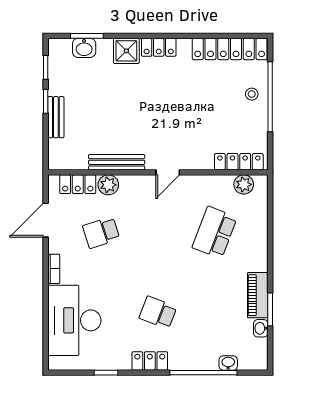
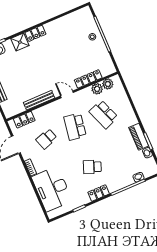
locker: (230, 49) -> (71, 19), removed
locker: (239, 162) -> (88, 79), moved
door: (168, 172) -> (67, 94), swing flipped
plant: (108, 185) -> (97, 89), moved
school desk: (158, 232) -> (75, 127), added
school desk: (215, 232) -> (104, 114), turned -42

